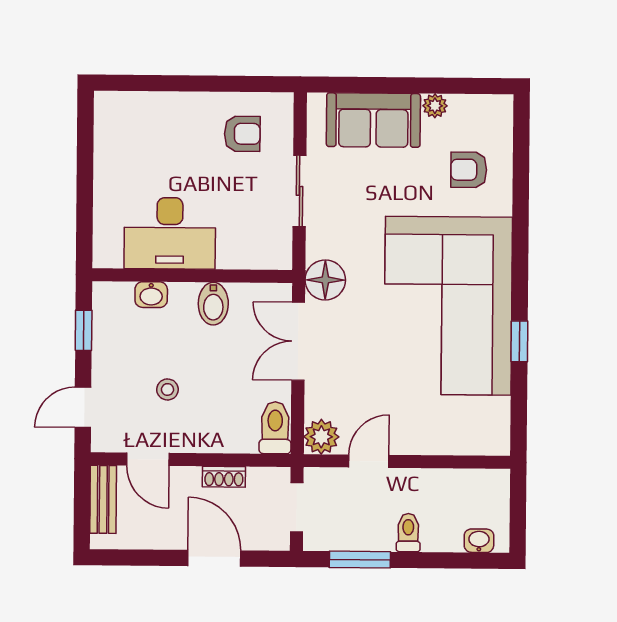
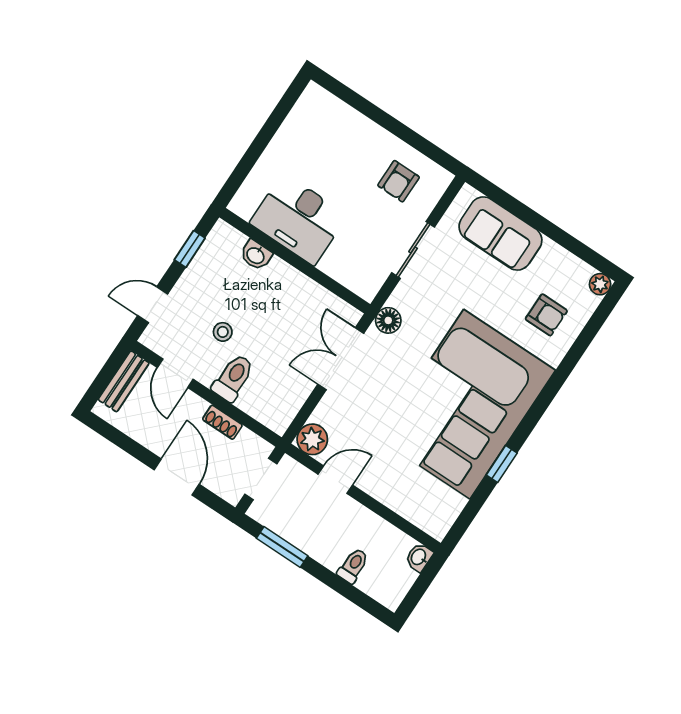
plant: (435, 106) -> (600, 284), moved
armchair: (242, 134) -> (399, 181), turned 90
armchair: (469, 170) -> (546, 315), turned 180
floor lamp: (325, 280) -> (388, 320), width x0.73, depth x0.73
bidet: (213, 304) -> (297, 291), removed
toilet: (275, 428) -> (233, 378), moved
toilet: (408, 533) -> (353, 566), moved
washbasin: (479, 541) -> (419, 557), moved, turned -90

